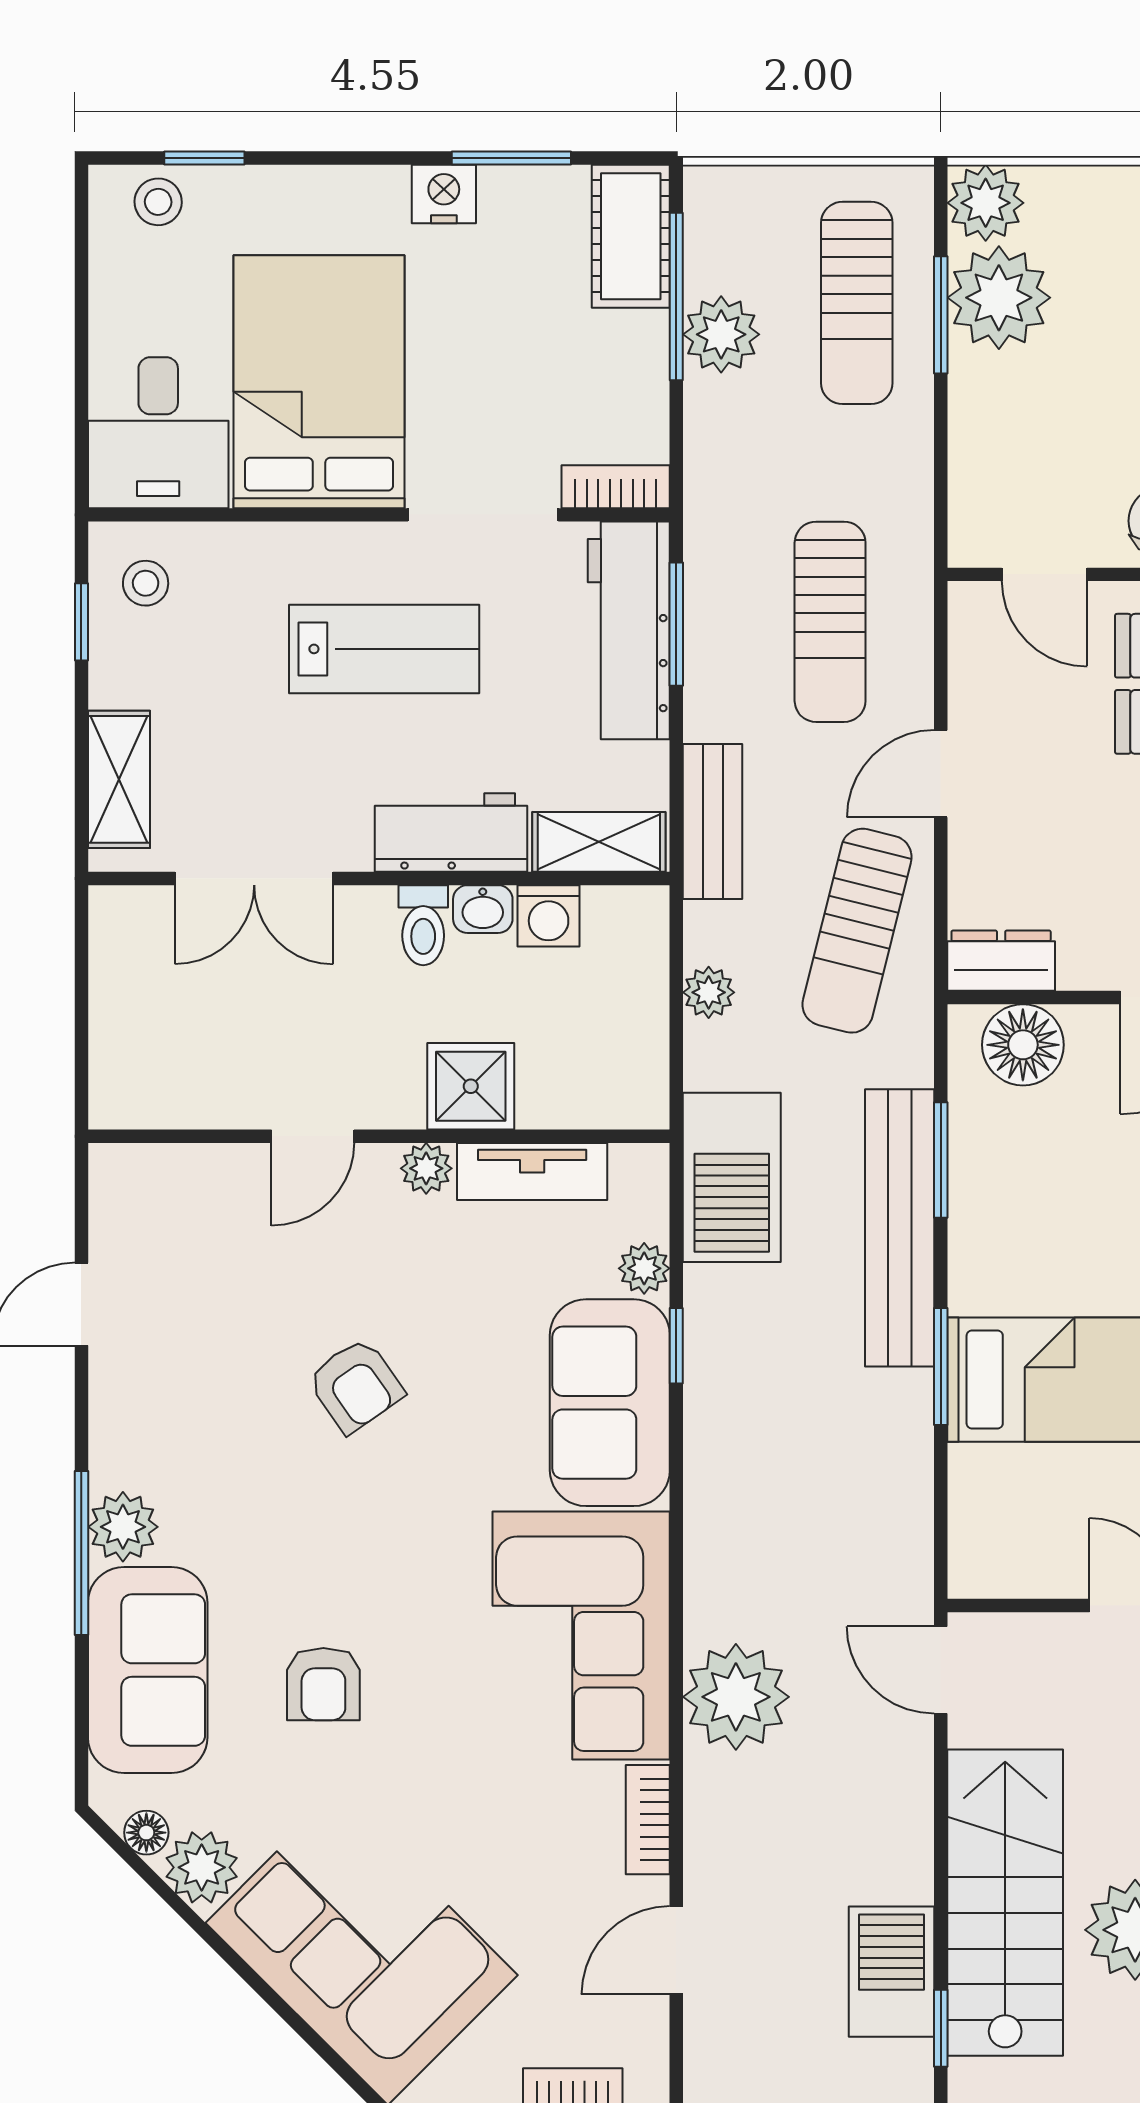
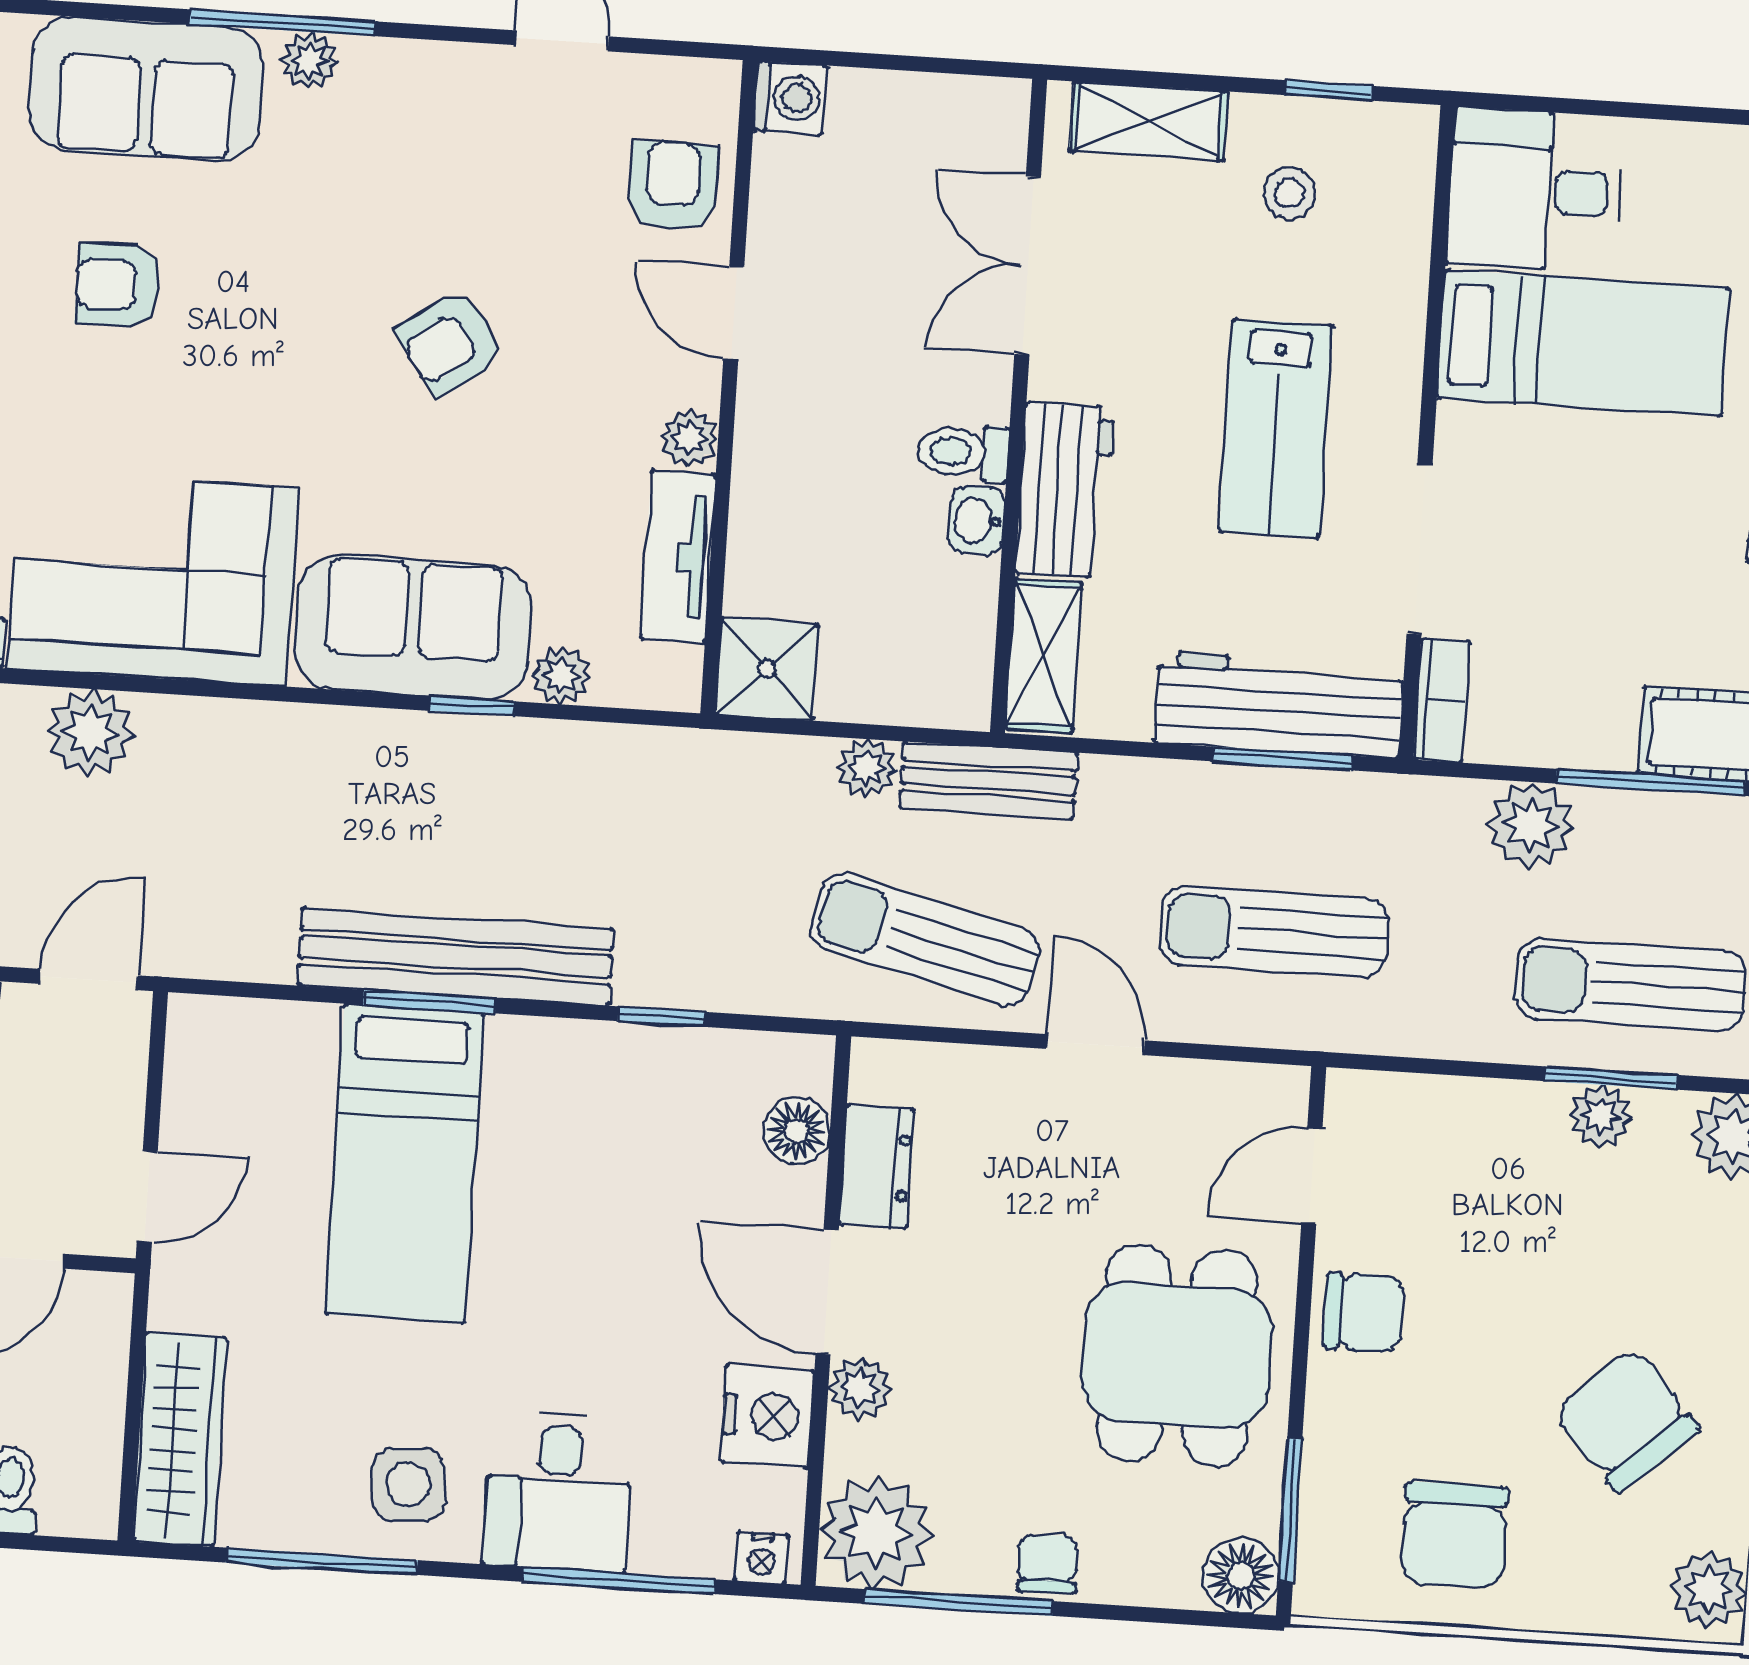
plant: (999, 298) -> (1601, 1116), width x0.53, depth x0.53
plant: (721, 334) -> (1531, 825), moved
bed: (319, 382) -> (1583, 343), width x0.67
stool: (146, 583) -> (1290, 193), moved
bench: (713, 822) -> (988, 780), moved
washing machine: (549, 916) -> (790, 98), moved, turned 180
dresser: (1001, 961) -> (877, 1167), moved
floor lamp: (1023, 1045) -> (797, 1131), width x0.73, depth x0.73
shower: (471, 1086) -> (767, 669), moved
window: (941, 1160) -> (661, 1017), width x0.67
barbecue: (732, 1177) -> (657, 781), removed
armchair: (204, 1198) -> (673, 186), added
bench: (900, 1228) -> (456, 957), moved
plant: (123, 1527) -> (310, 61), width x0.73, depth x0.73
plant: (736, 1697) -> (90, 733), width x0.73, depth x0.73

